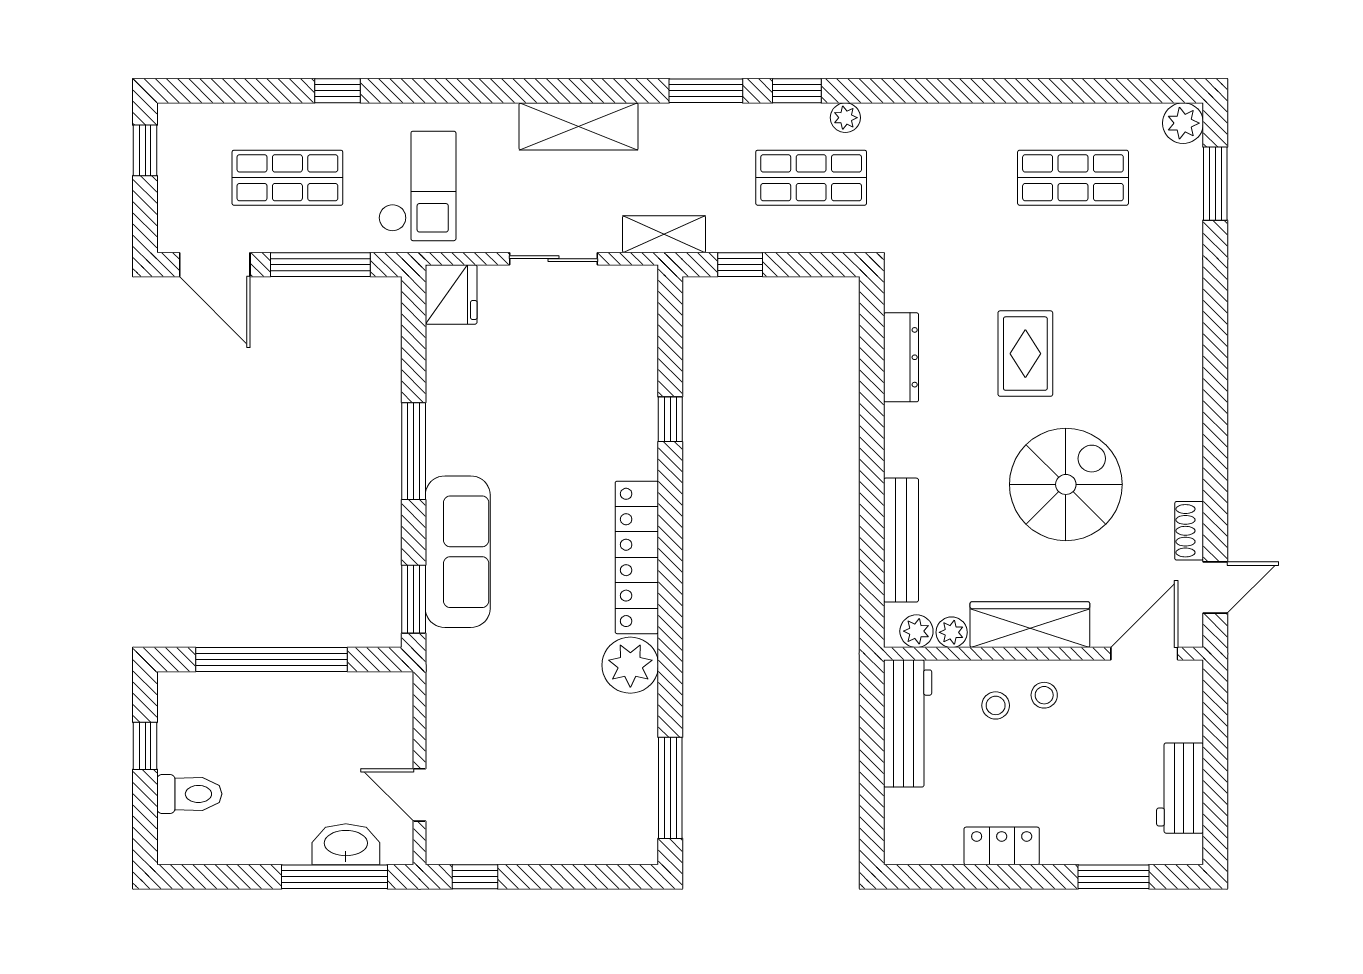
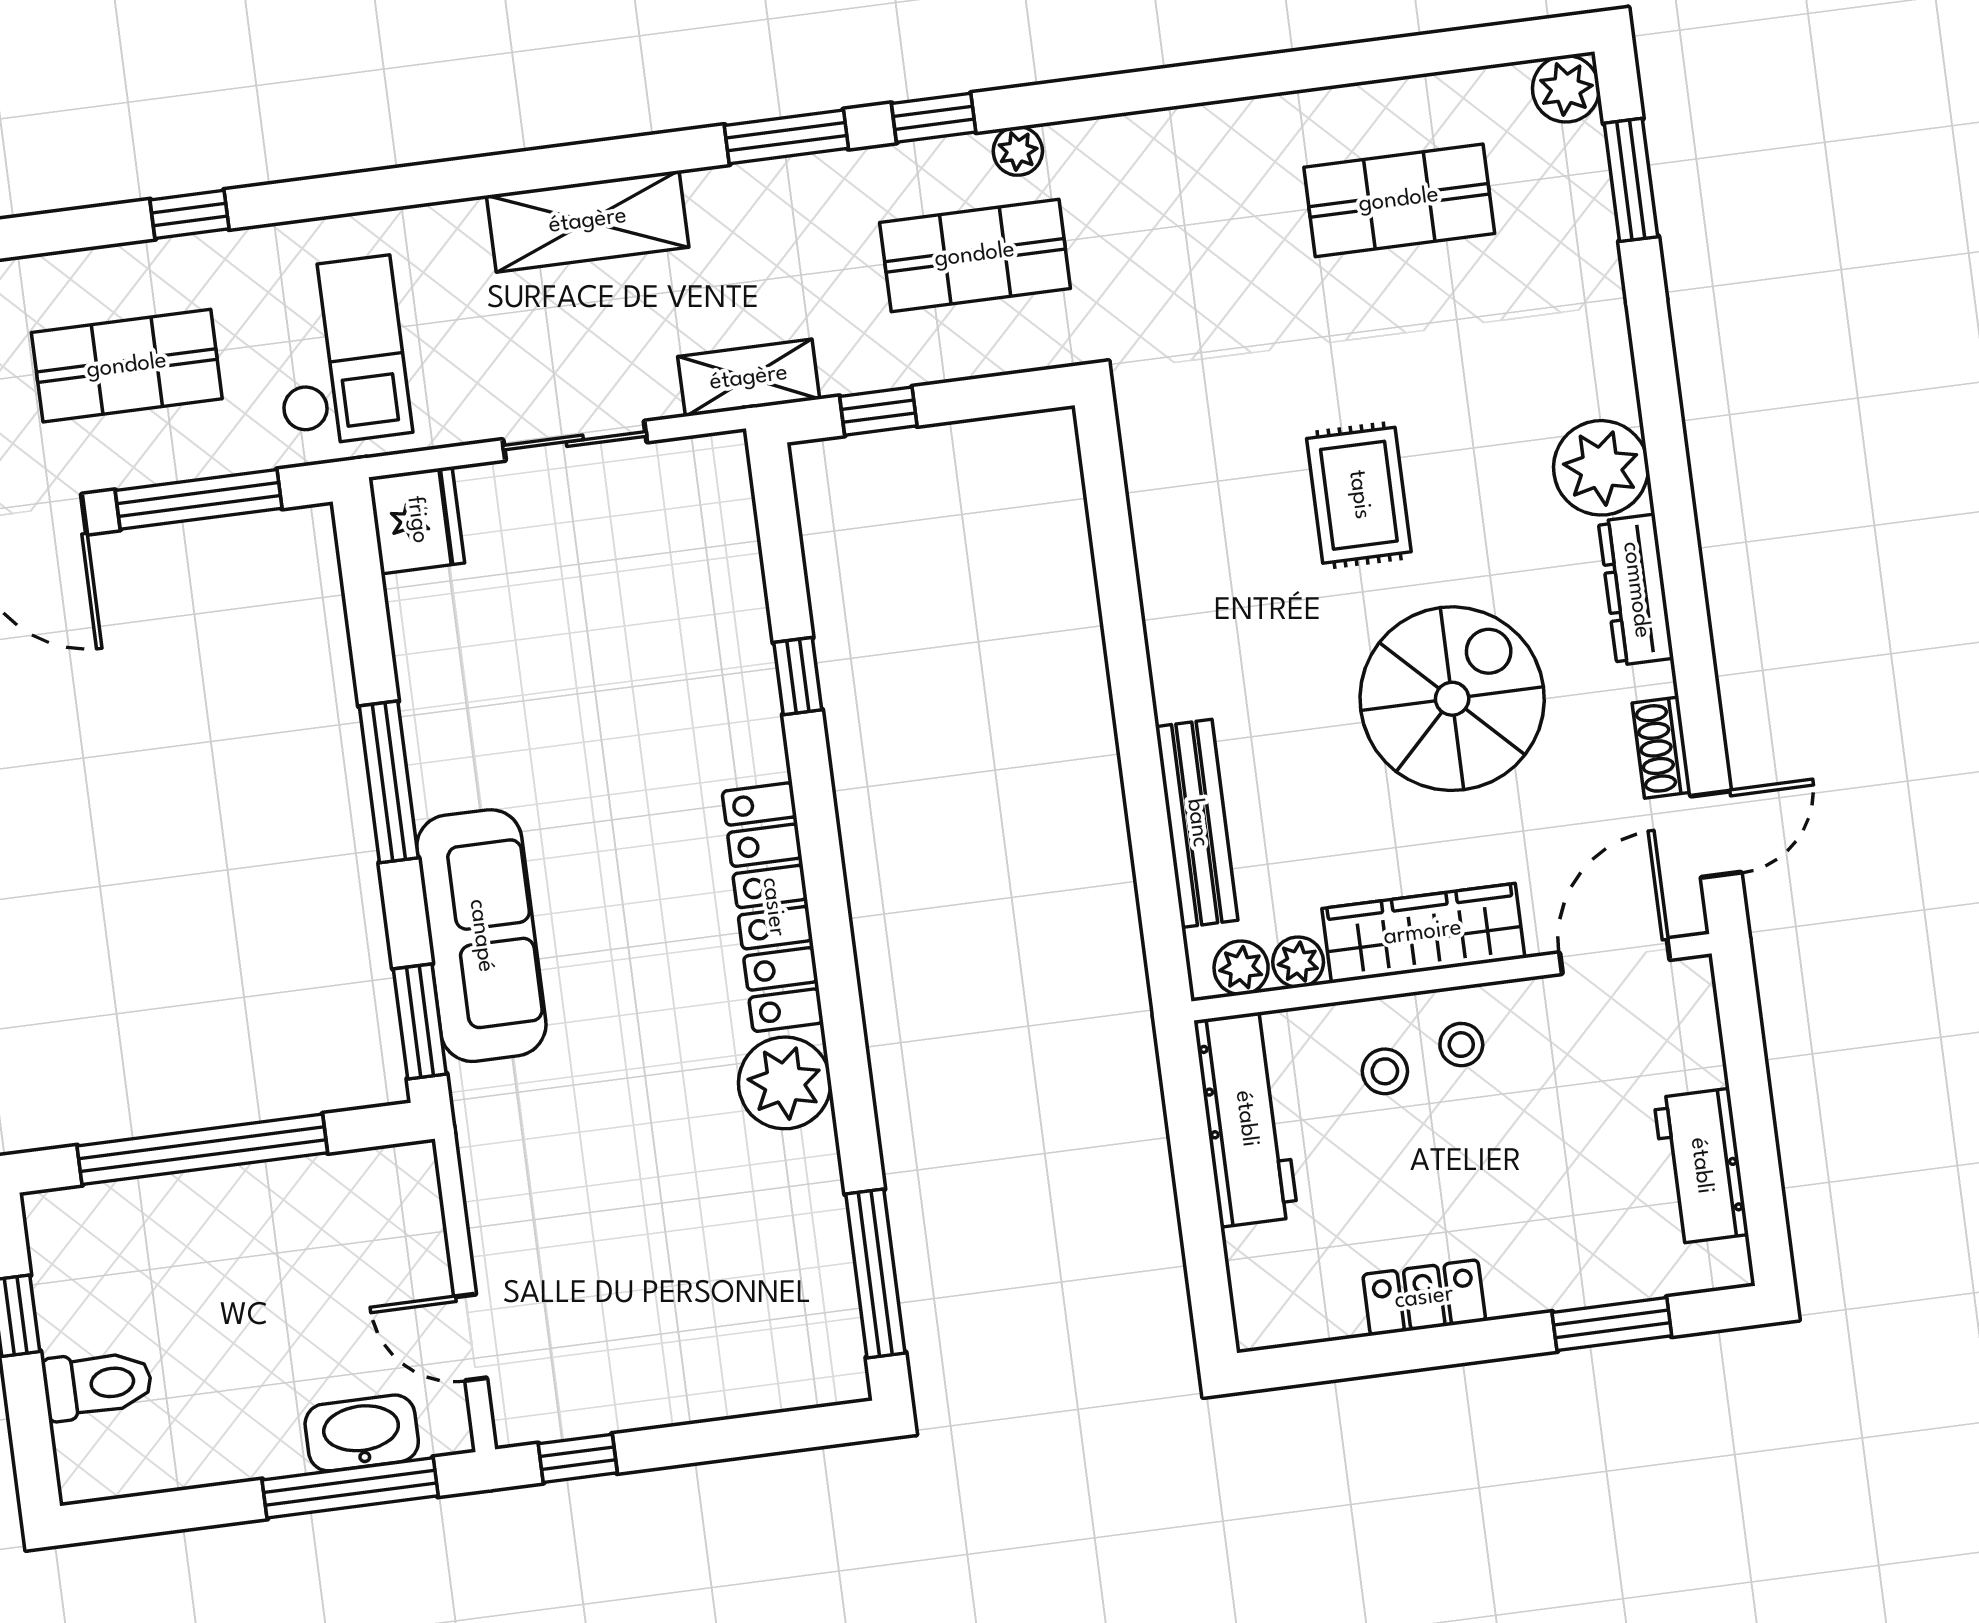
plant: (1174, 356) -> (1601, 468), added
dresser: (901, 357) -> (1636, 590), moved, turned 180

